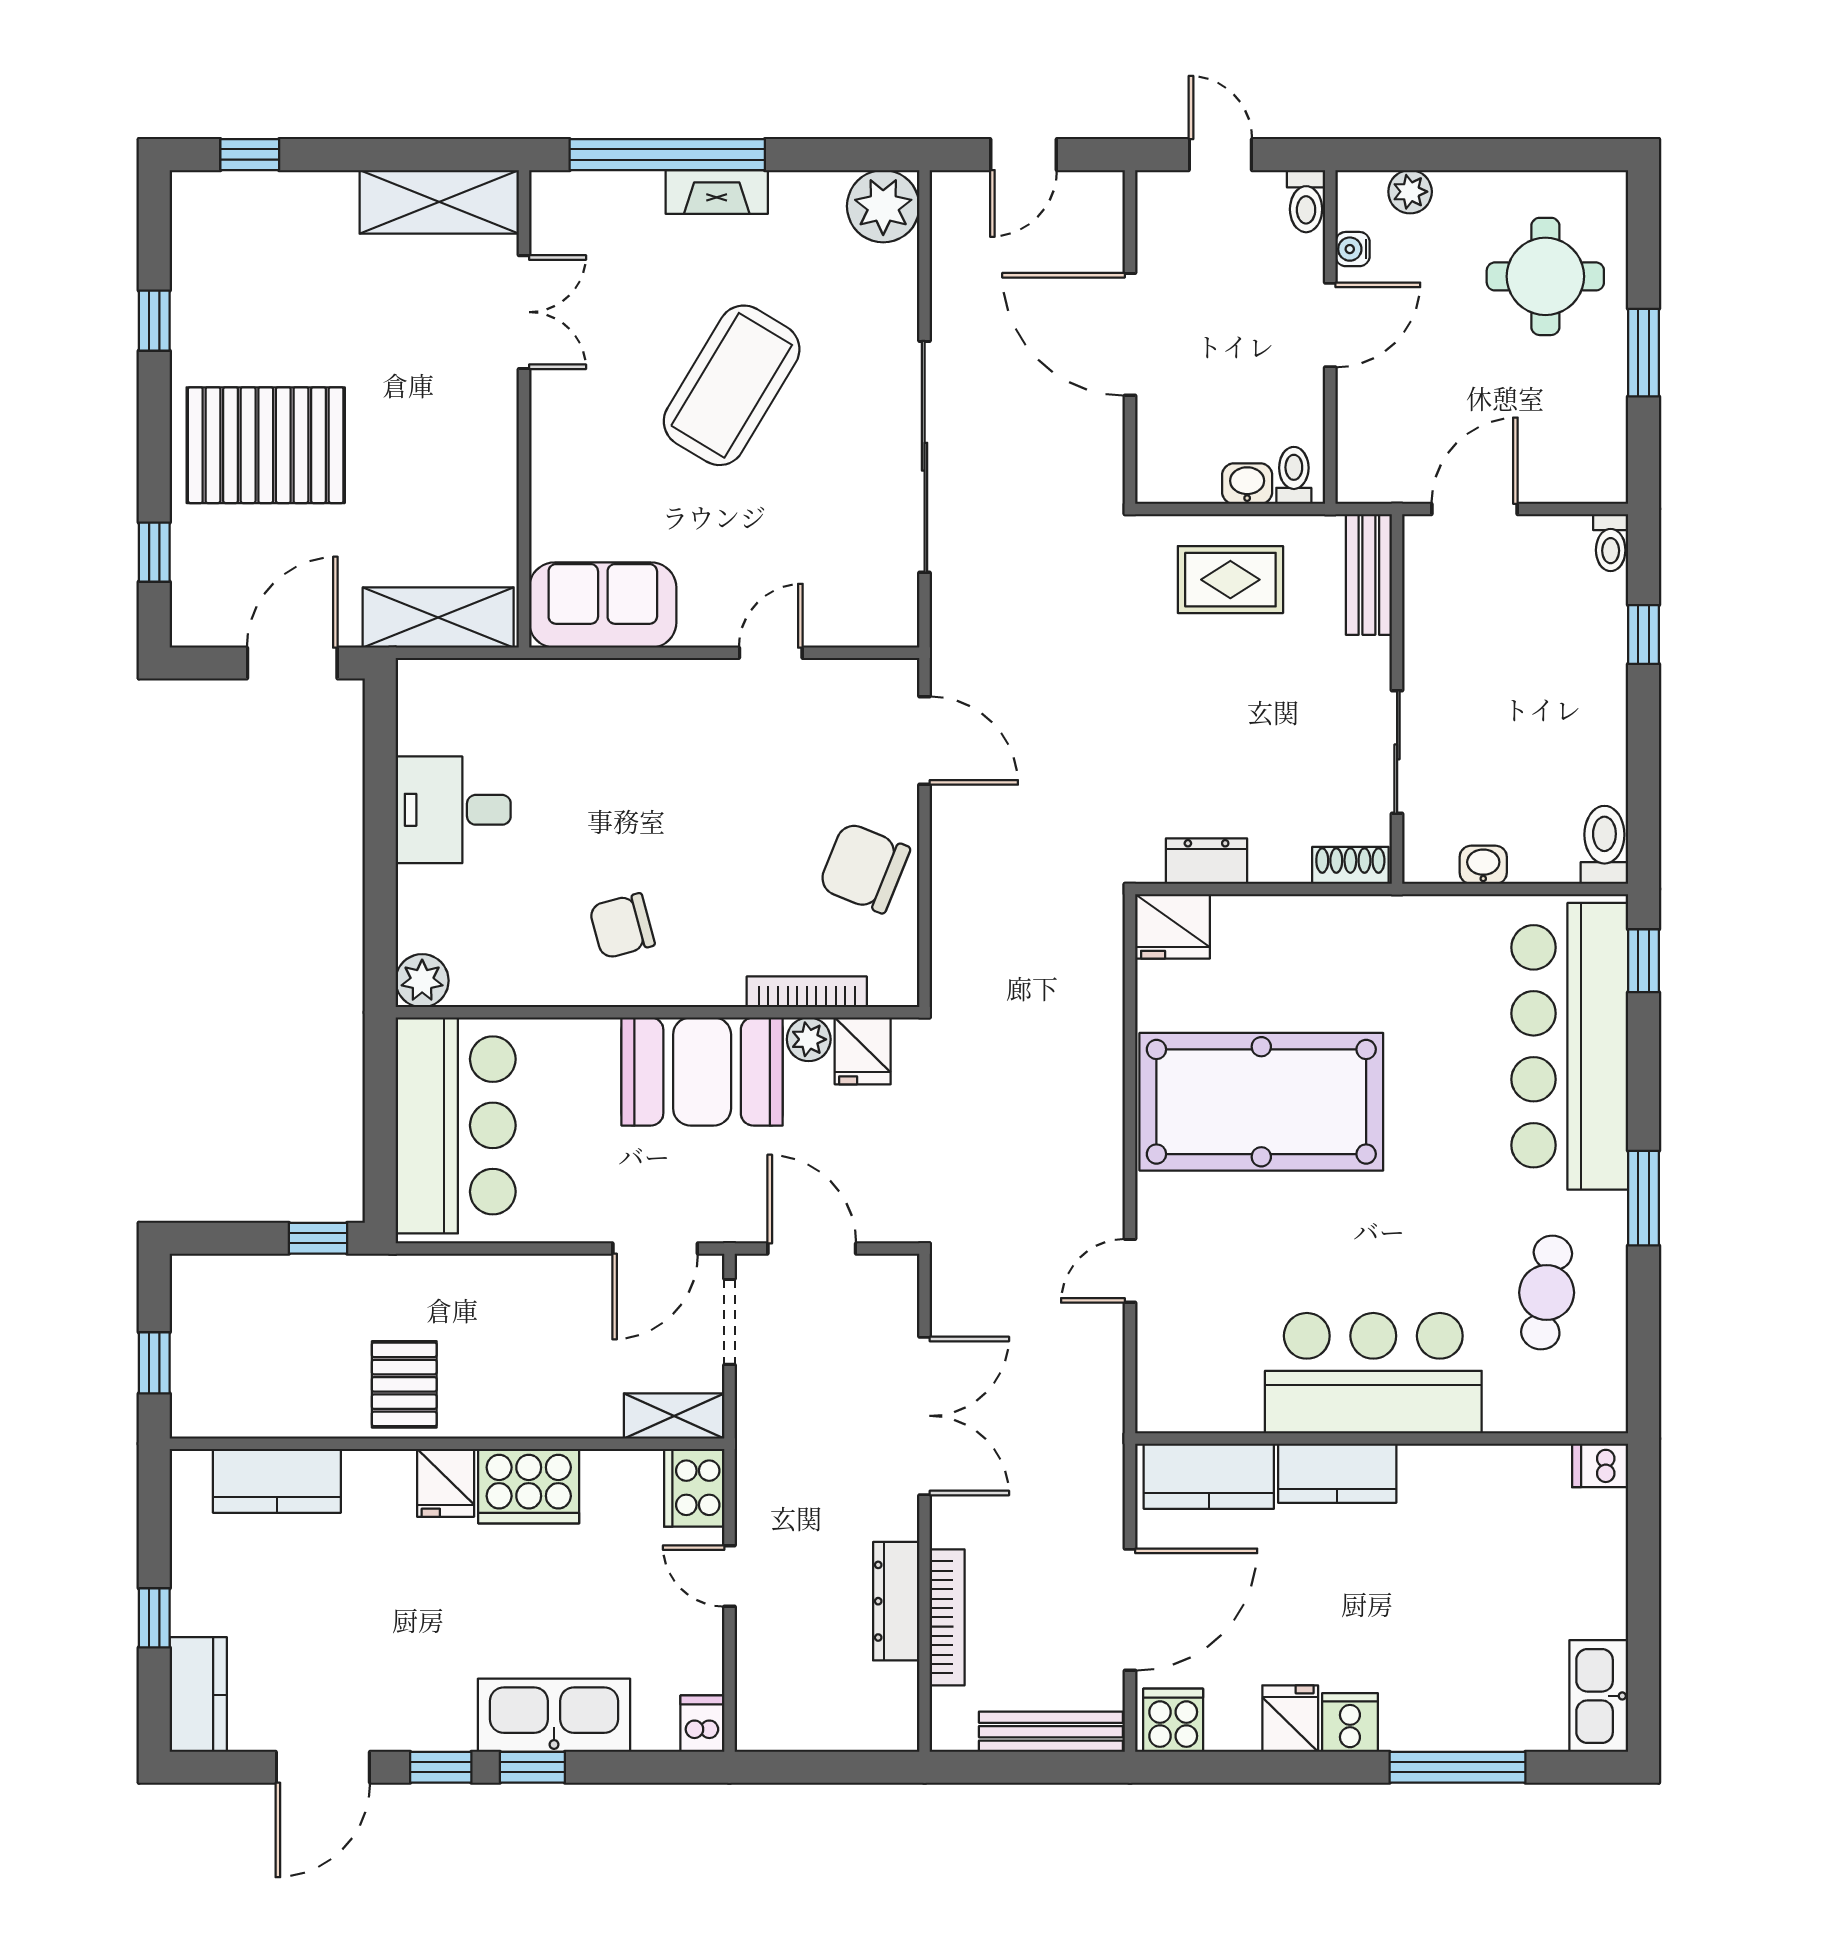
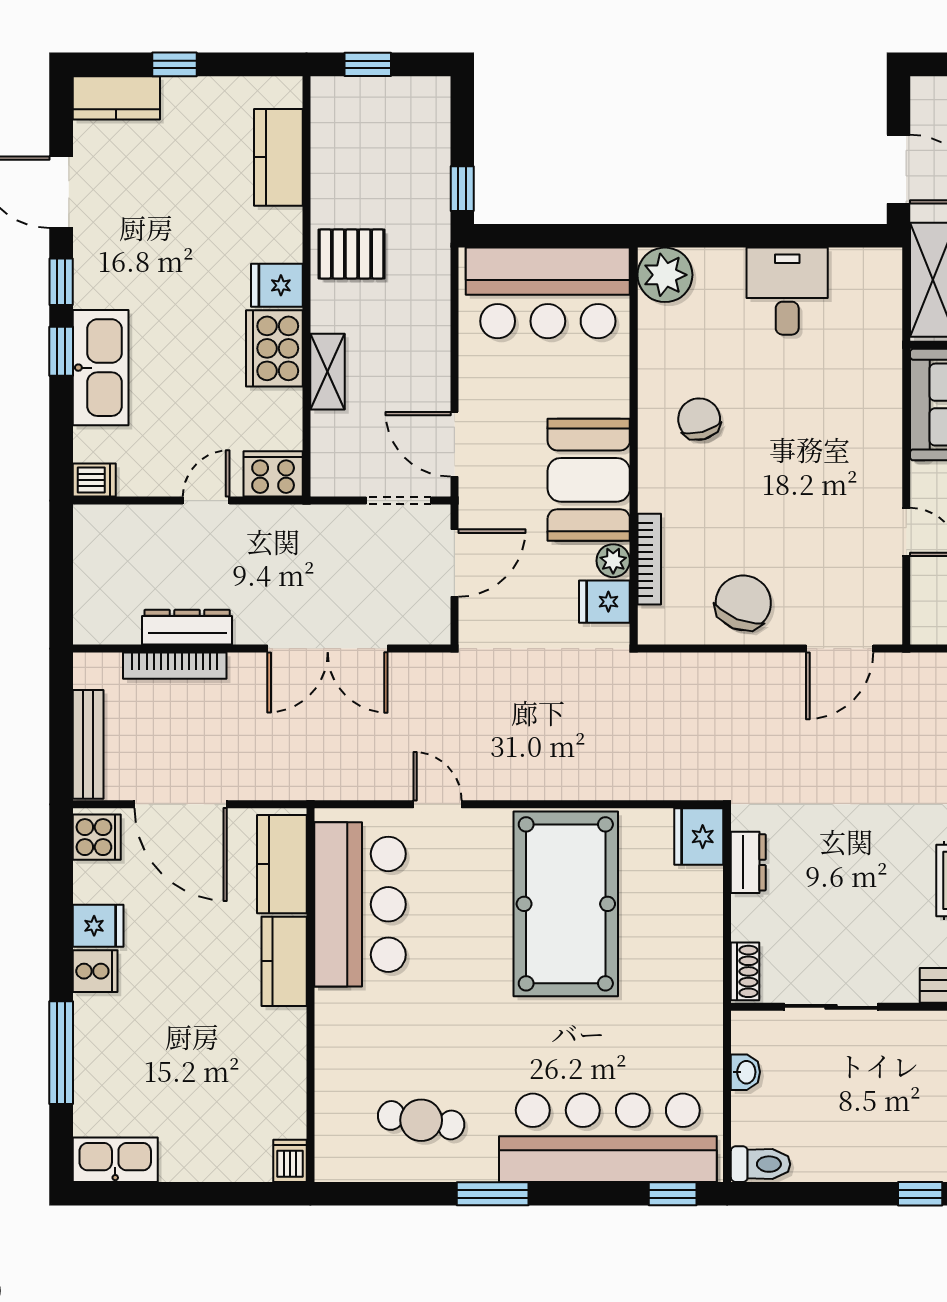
plant: (422, 981) -> (665, 275), width x1.36, depth x1.36
bar counter: (1373, 1373) -> (360, 904), moved
shelving: (674, 1416) -> (328, 372), moved

